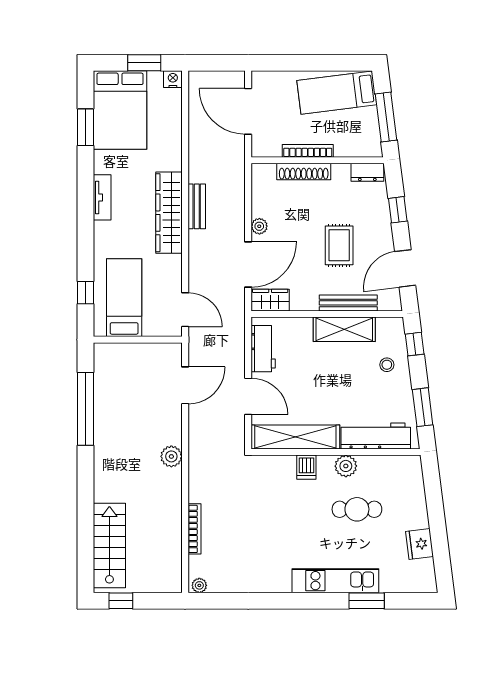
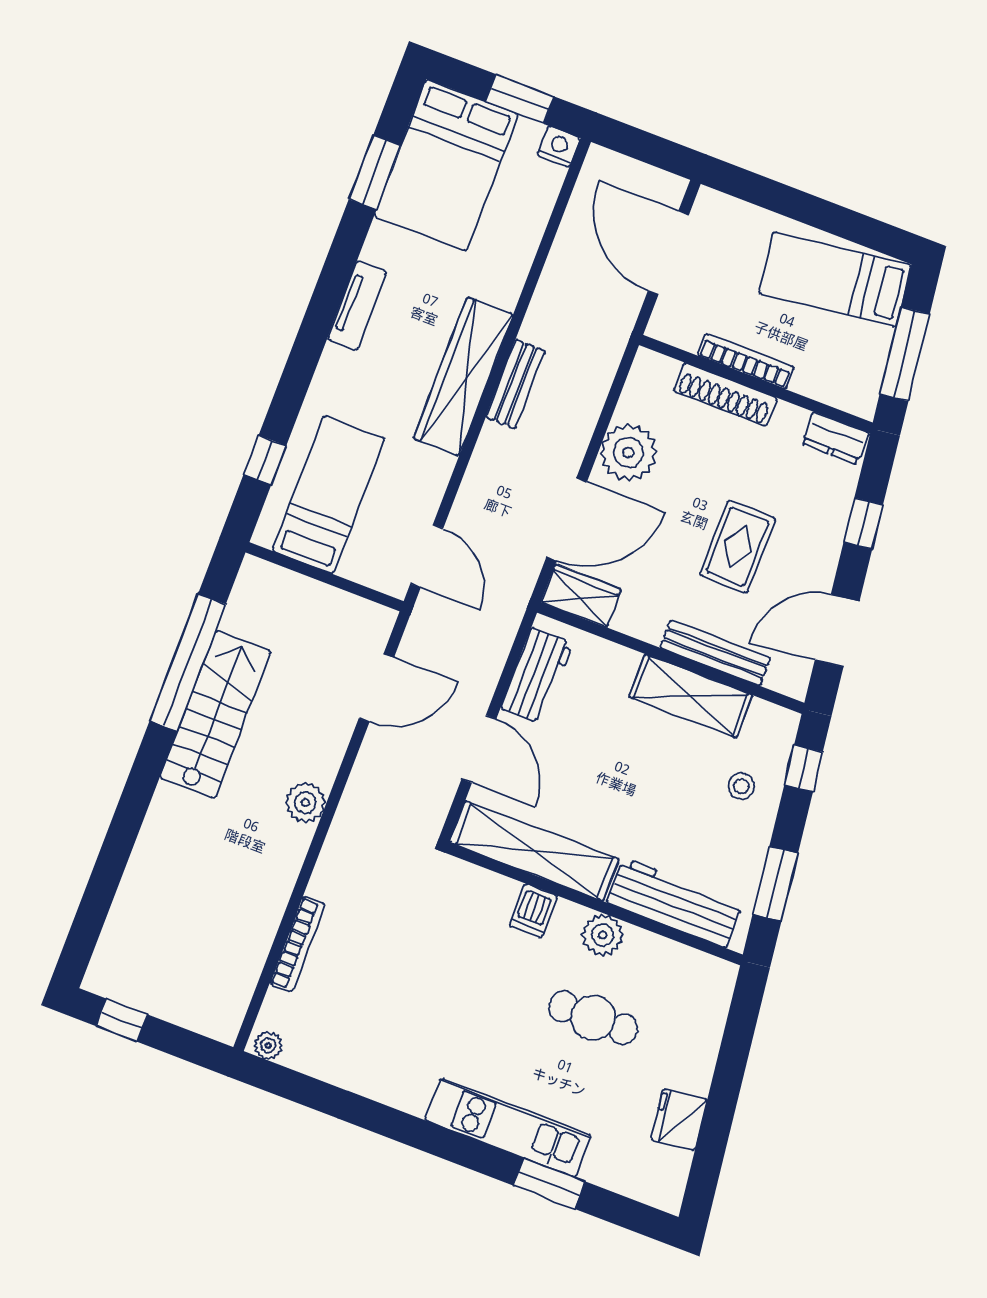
plant: (259, 226) -> (628, 452), width x1.88, depth x1.88
stairs: (109, 545) -> (215, 715), moved

